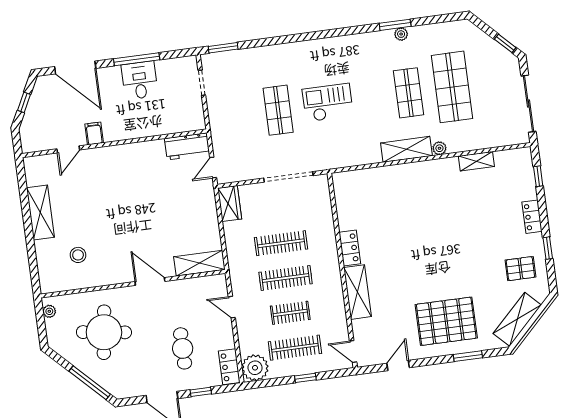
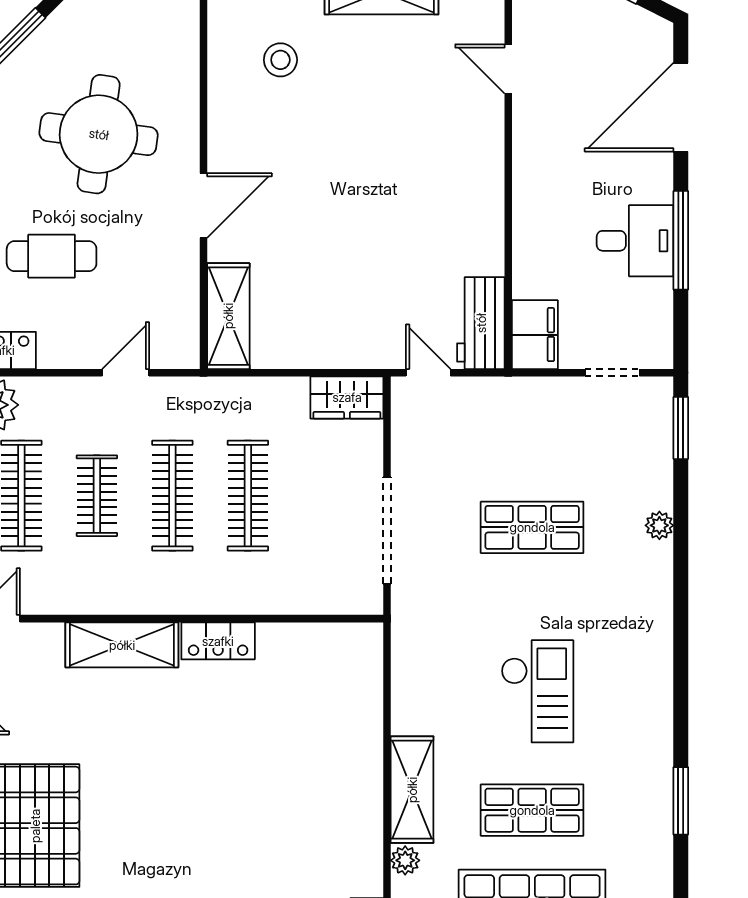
plant: (401, 34) -> (659, 525), moved
checkout: (328, 103) -> (537, 691), moved
filing cabinet: (94, 133) -> (535, 335), moved, width x2.00
round table: (104, 332) -> (99, 134), moved

